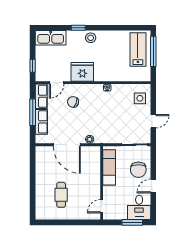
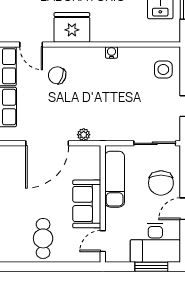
door: (57, 83) -> (31, 45), hinge flipped
door: (67, 145) -> (47, 143), hinge flipped
sofa: (92, 183) -> (87, 204), added
cafe table: (61, 195) -> (43, 238), moved
desk: (139, 207) -> (155, 243), width x1.37

